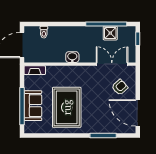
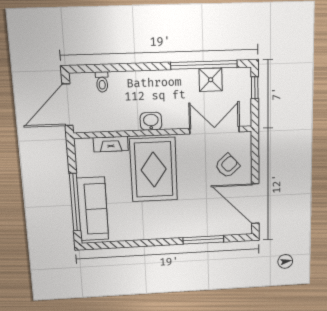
fireplace: (35, 70) -> (111, 144), moved
sofa: (33, 106) -> (93, 209), width x1.36
rug: (67, 107) -> (154, 170), moved

